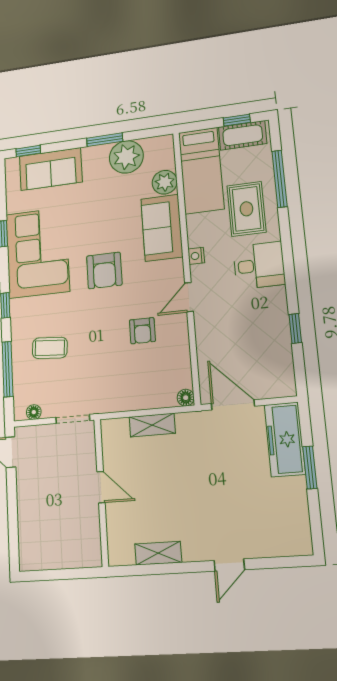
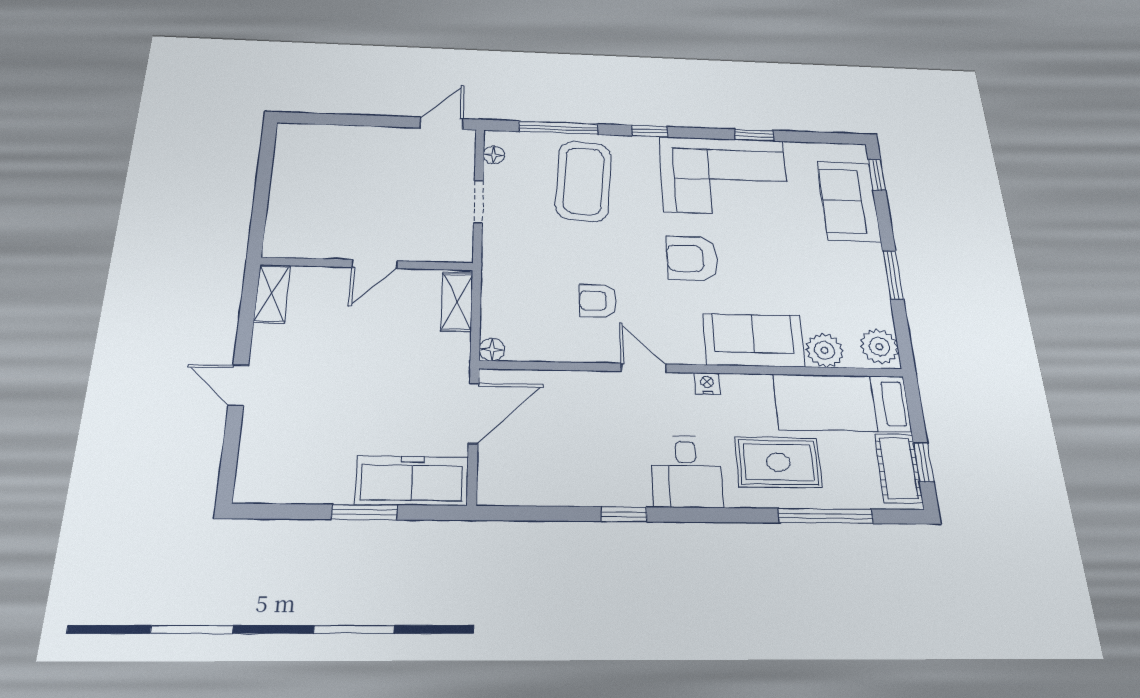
plant: (126, 157) -> (879, 347), moved, width x0.73, depth x0.73
window: (295, 329) -> (624, 514), moved
coffee table: (50, 348) -> (584, 181), width x1.86, depth x1.72
door: (101, 487) -> (375, 264), moved
wall: (101, 492) -> (368, 264), moved

